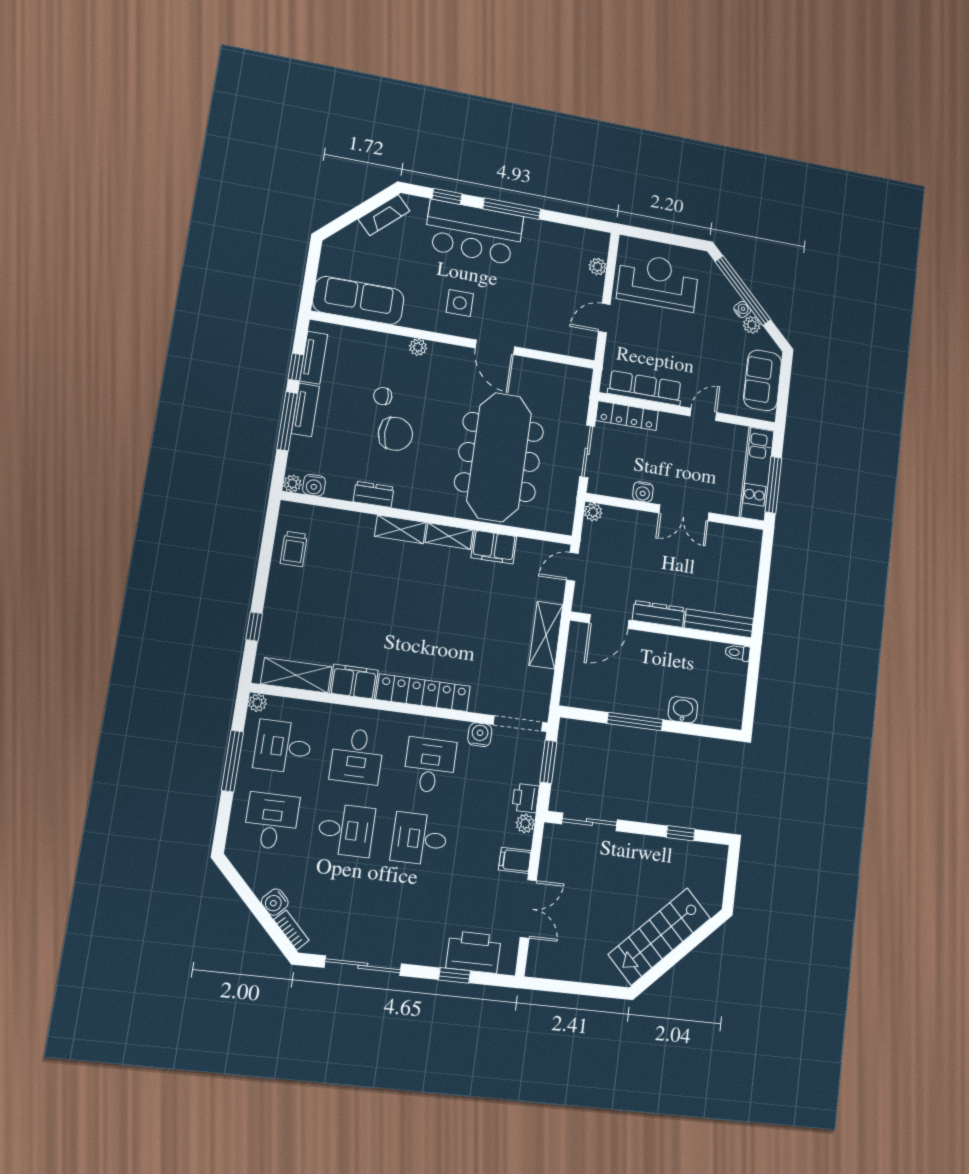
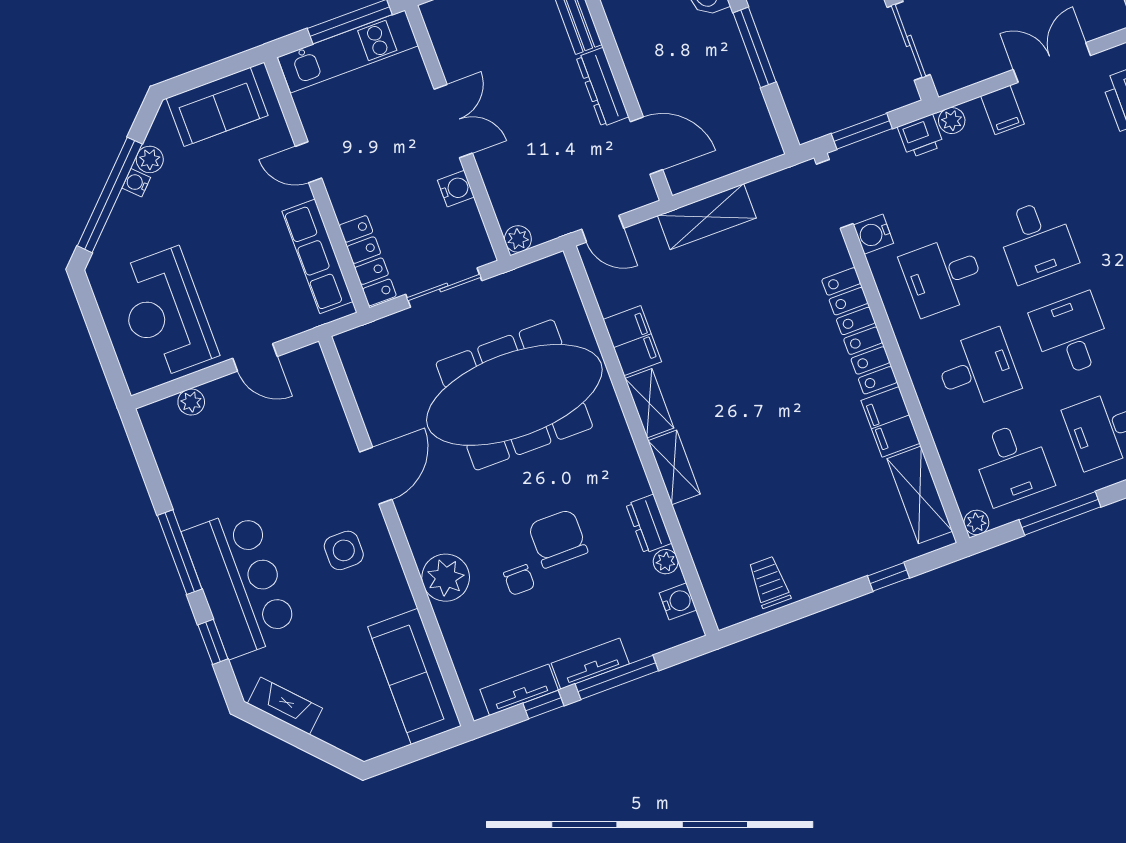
plant: (418, 347) -> (446, 578), width x1.88, depth x1.88
plant: (292, 483) -> (666, 562), moved
trolley: (294, 549) -> (769, 582), turned -90

